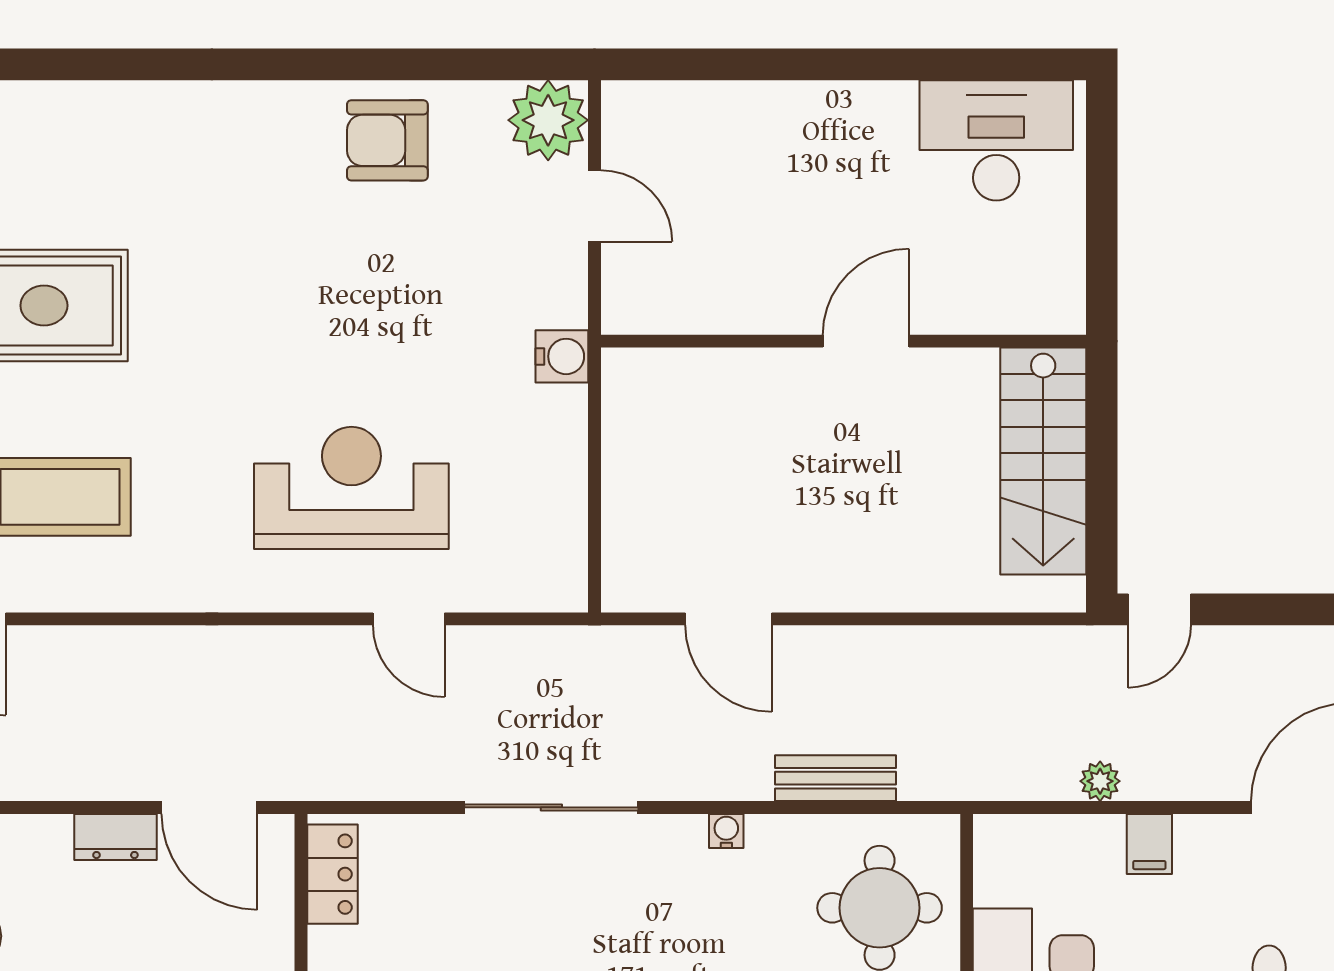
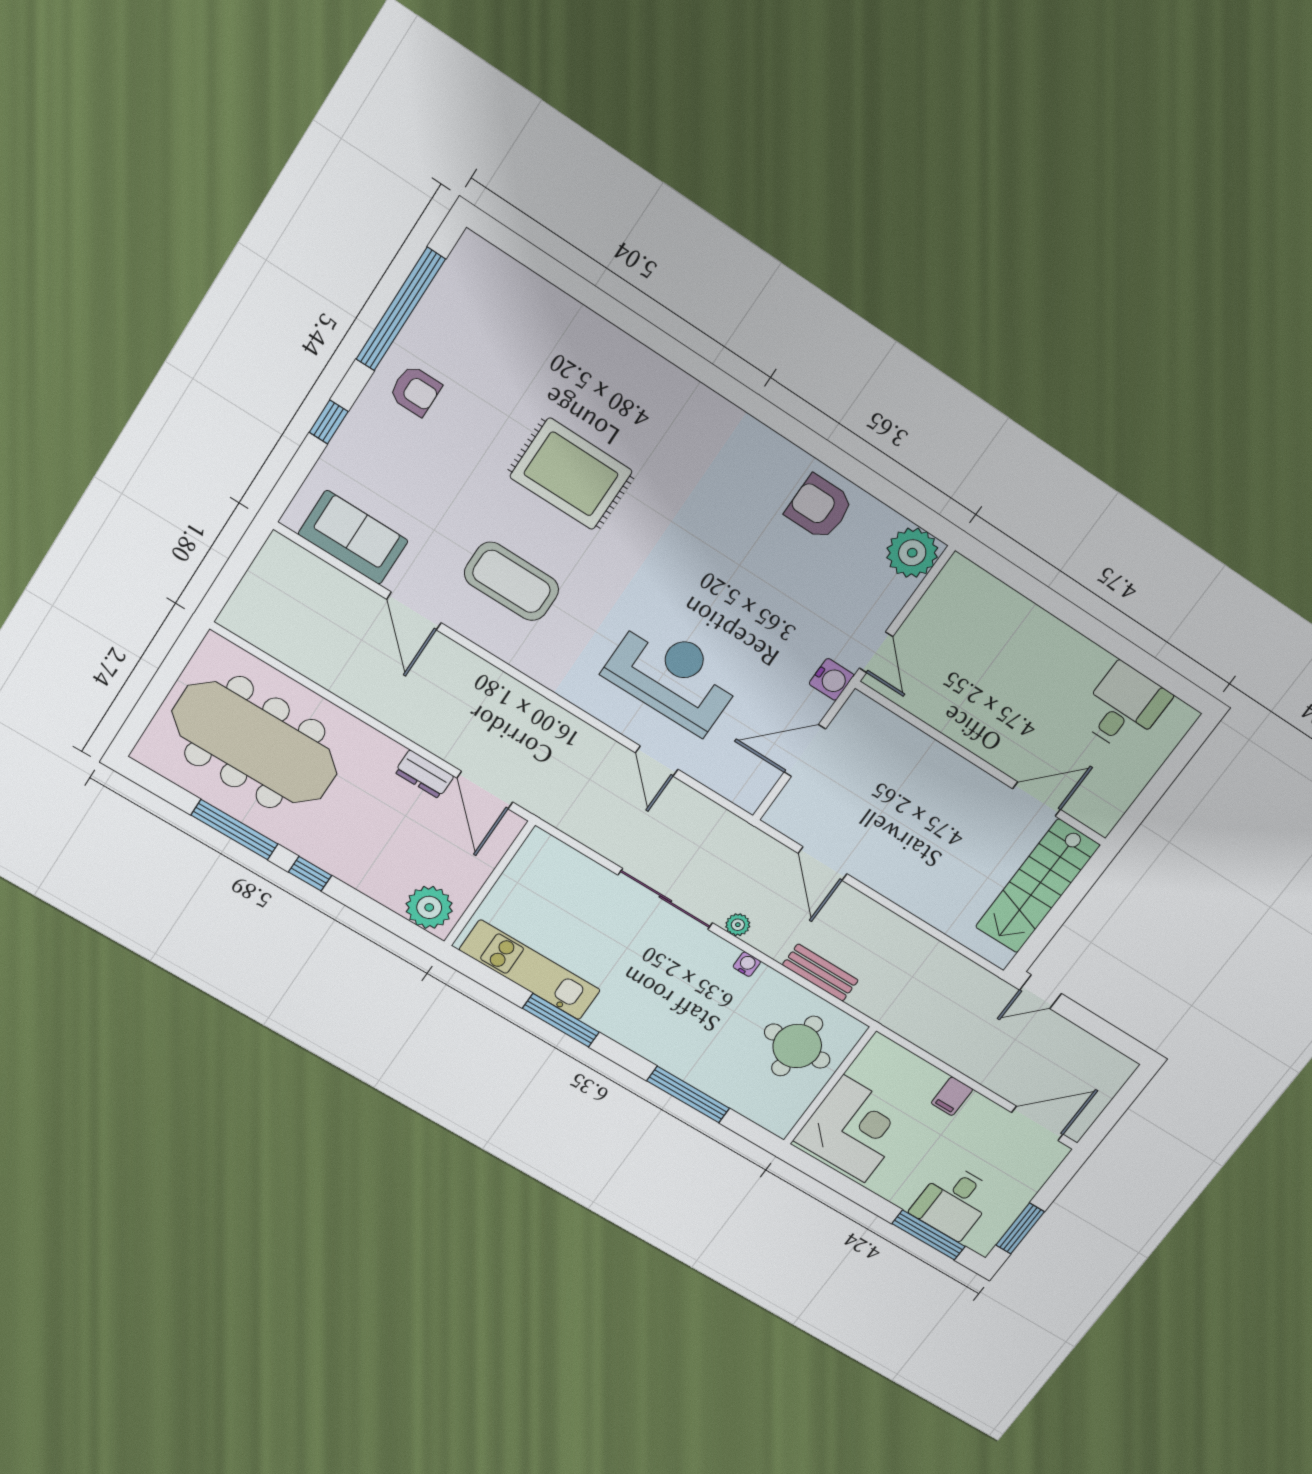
desk: (996, 140) -> (1124, 707), width x0.73
door: (594, 206) -> (876, 652), moved
door: (866, 341) -> (1037, 799), moved
door: (594, 477) -> (805, 751), added
plant: (1100, 781) -> (738, 925), moved
locker: (332, 874) -> (528, 862), removed

